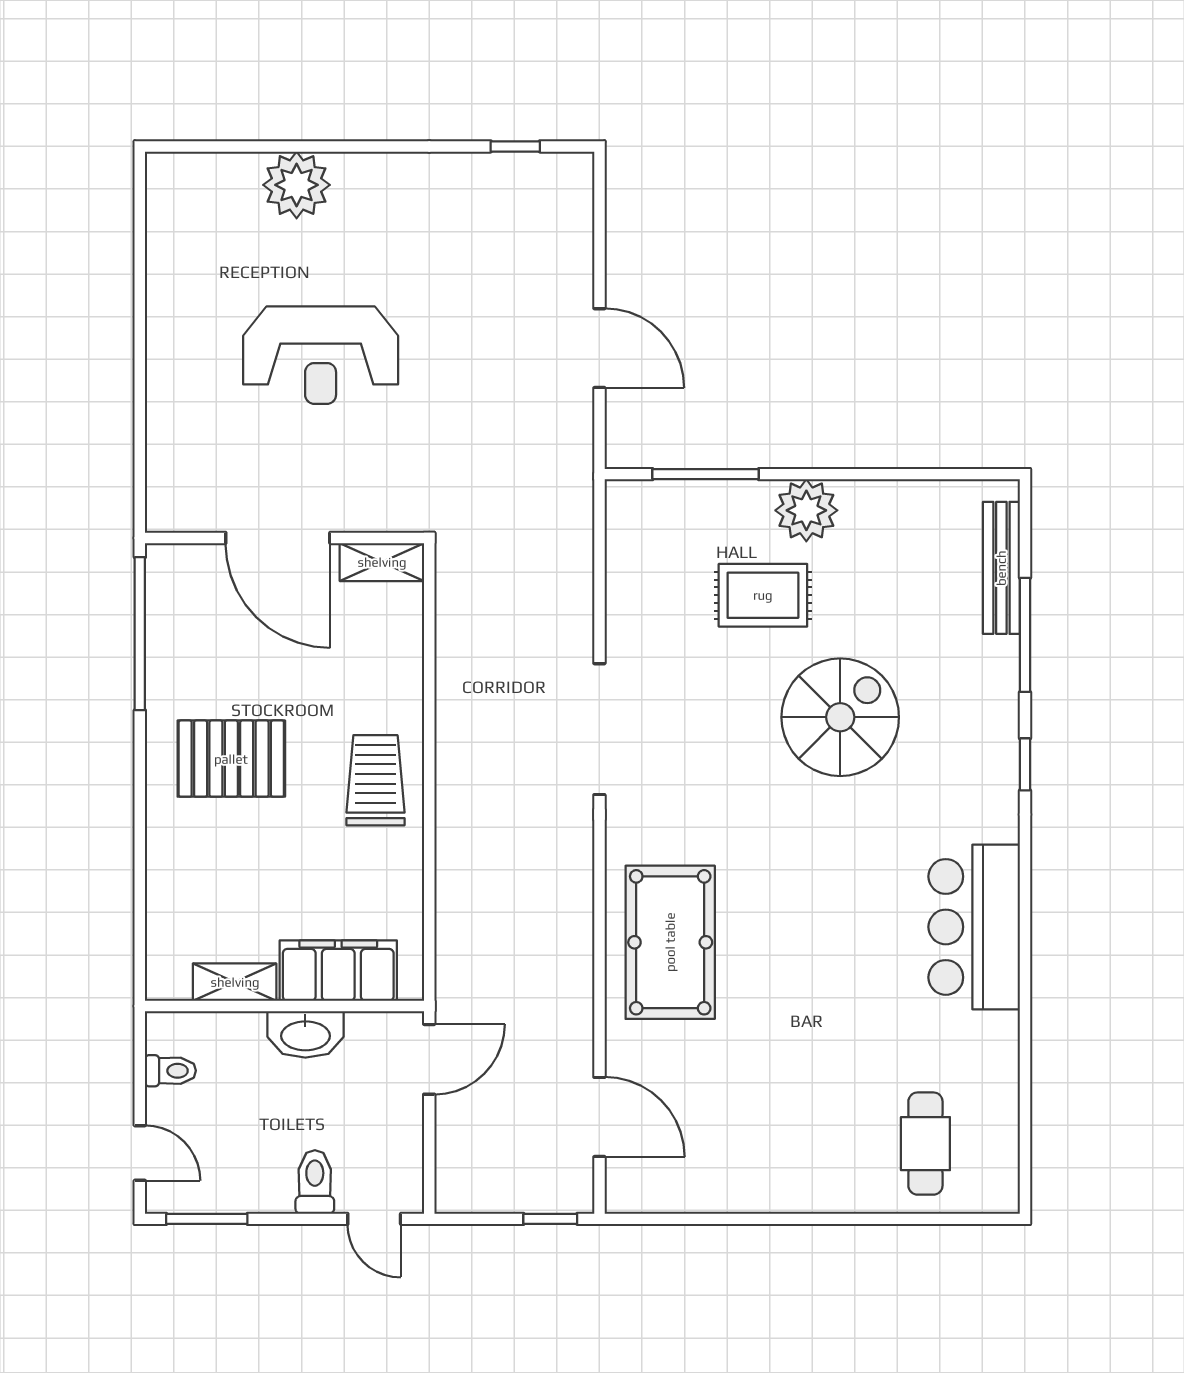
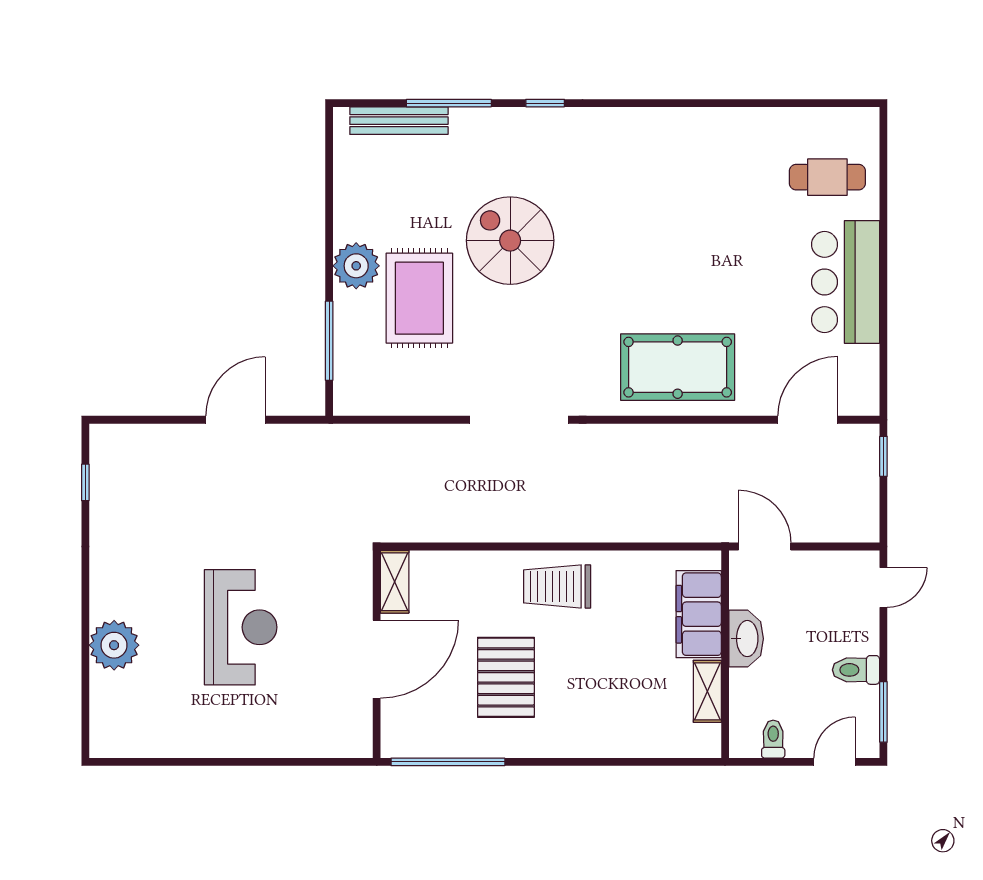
rug: (763, 595) -> (419, 298), width x1.36, depth x1.43
pallet: (231, 759) -> (506, 677), moved
bar counter: (974, 927) -> (846, 282), moved, turned 90
toilet: (315, 1182) -> (856, 670), moved

